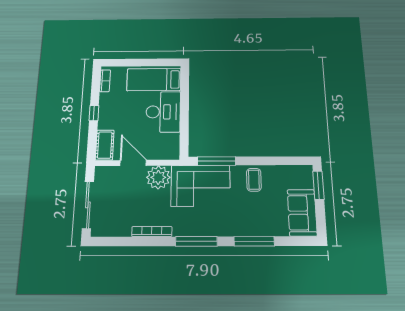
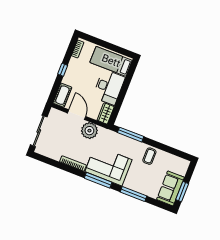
wardrobe: (172, 147) -> (106, 113), added
window: (318, 185) -> (182, 192), moved
corner sofa: (201, 186) -> (108, 166), moved, turned 180

